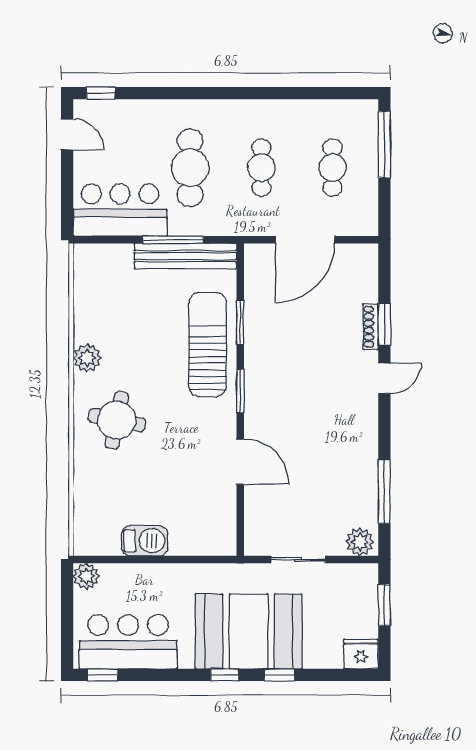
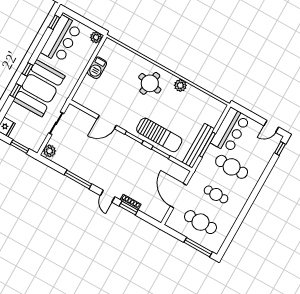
cafe table: (333, 168) -> (200, 222), width x1.37, depth x1.35
window: (384, 491) -> (78, 179), moved

